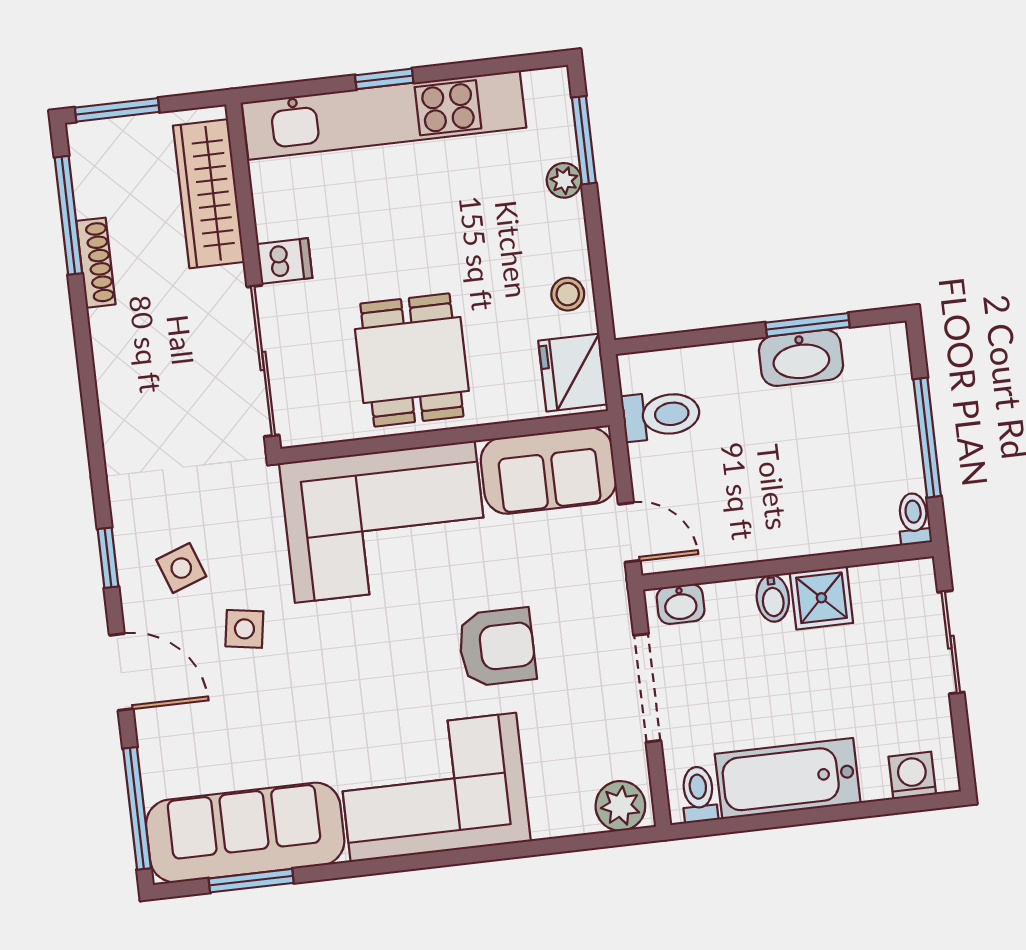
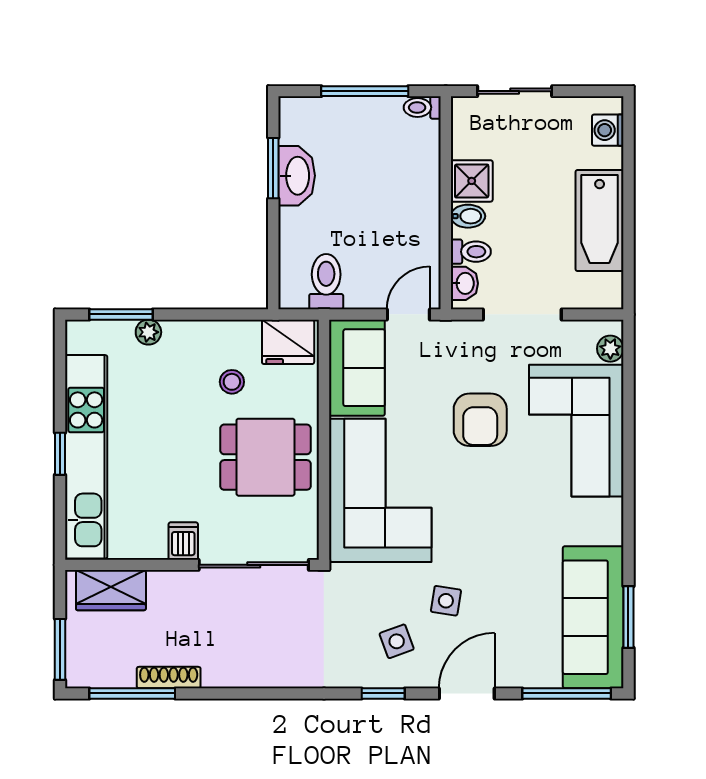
wardrobe: (209, 194) -> (111, 590), width x0.67
stool: (568, 294) -> (232, 382), moved
armchair: (497, 647) -> (480, 420), turned 180
corner sofa: (433, 787) -> (576, 431), moved
toilet: (699, 794) -> (471, 252), moved, turned 180
plant: (620, 806) -> (610, 349), width x0.73, depth x0.73

